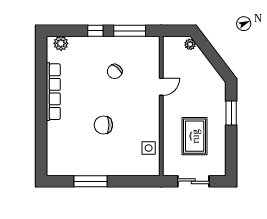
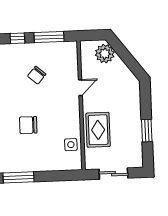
plant: (190, 44) -> (105, 54), width x1.87, depth x1.87
window: (231, 113) -> (147, 131), moved
rug: (195, 136) -> (98, 130), moved

